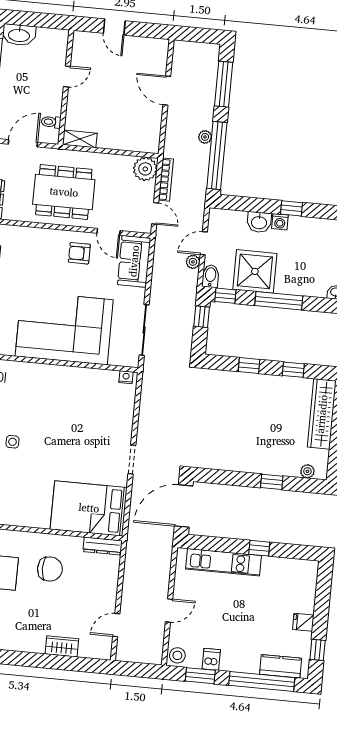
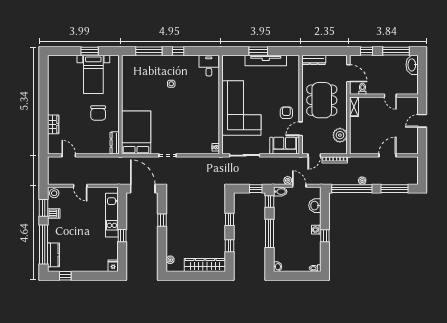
plant: (145, 169) -> (340, 135), moved
washbasin: (259, 222) -> (315, 206), moved
shower: (255, 271) -> (285, 218), removed
window: (272, 482) -> (162, 220), moved
fridge: (303, 622) -> (113, 266), moved

